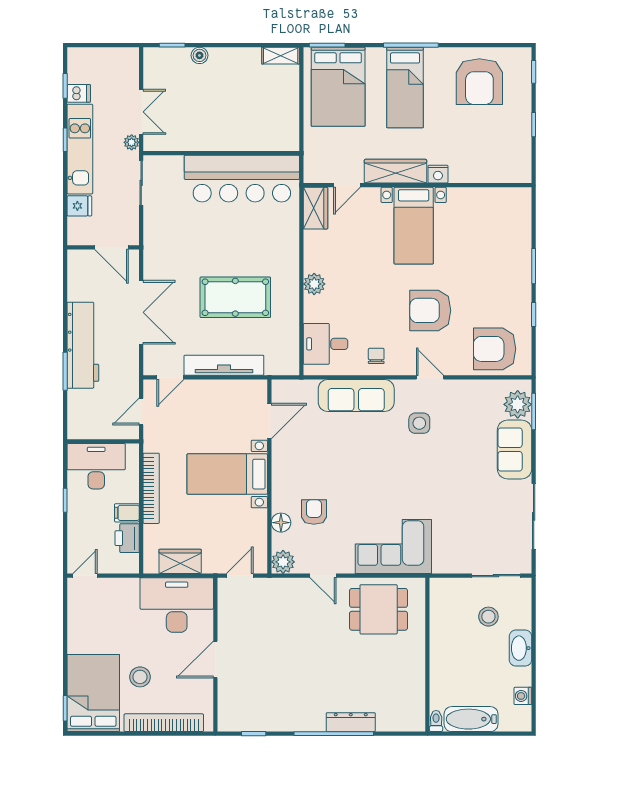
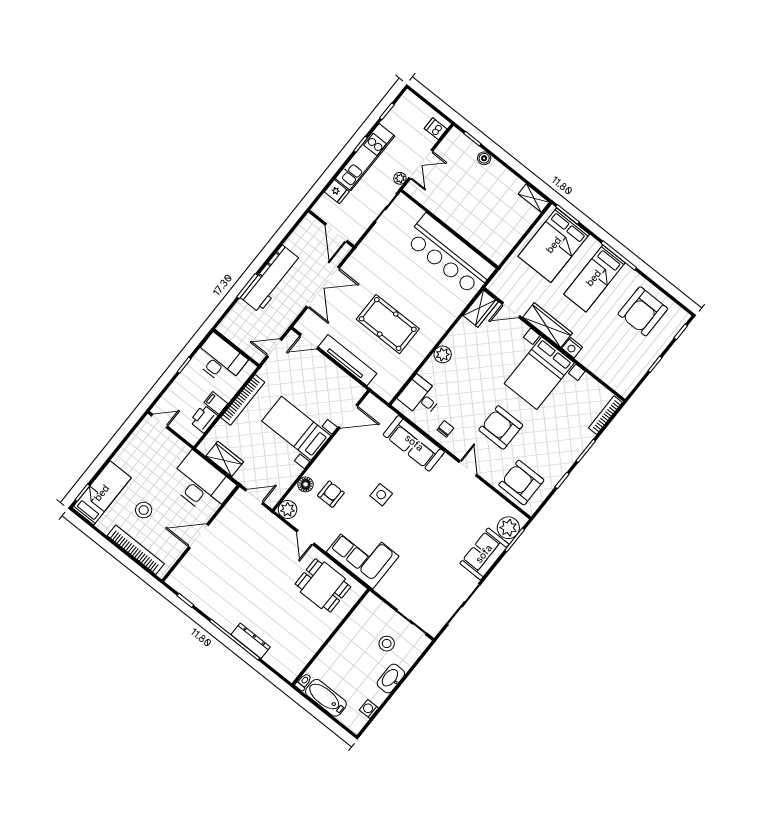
dishwasher: (79, 93) -> (436, 129), moved, turned 180
bookcase: (525, 215) -> (605, 415), added
bed with nightstands: (414, 226) -> (539, 373), width x1.36
side table: (419, 423) -> (381, 495), moved
bed: (93, 693) -> (102, 493), width x0.67

